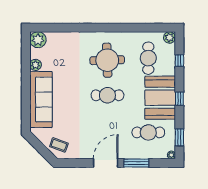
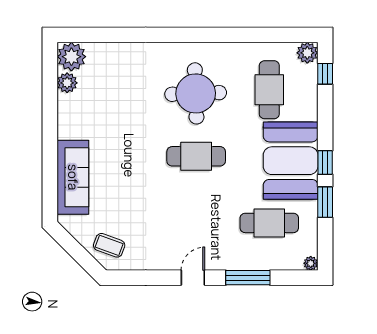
window: (179, 61) -> (325, 74), moved
plant: (36, 65) -> (67, 83), moved
sofa: (41, 99) -> (73, 177), width x0.74, depth x0.79
window: (179, 137) -> (325, 202), moved
door: (106, 163) -> (193, 278), width x0.53

